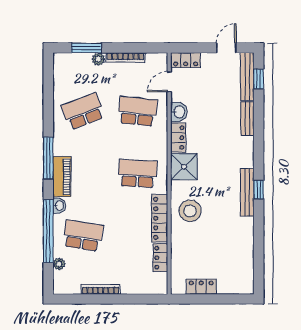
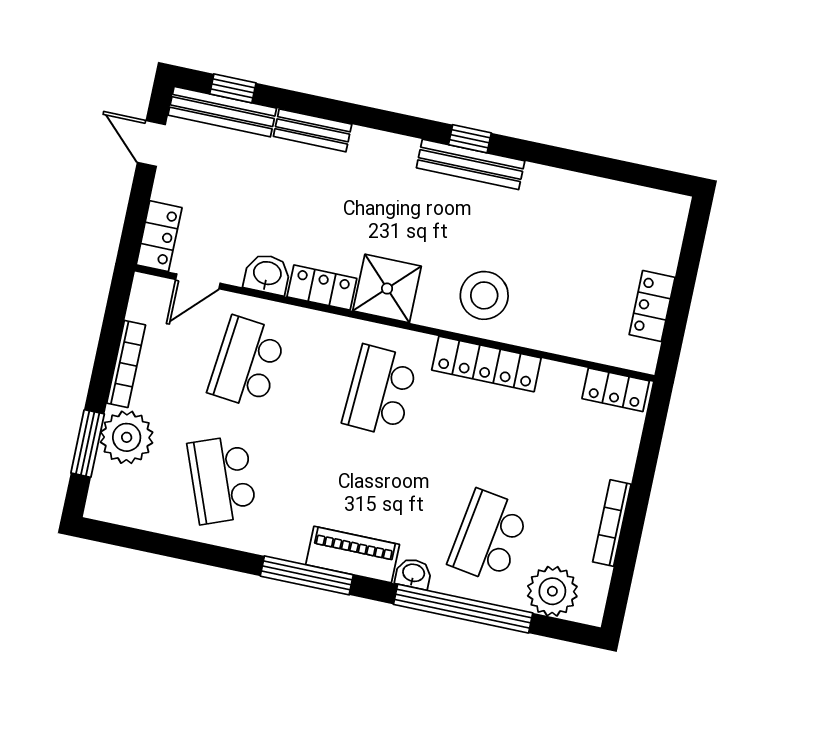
plant: (98, 59) -> (127, 437), width x1.88, depth x1.88
door: (169, 82) -> (198, 281), hinge flipped
locker: (160, 258) -> (616, 390), moved
plant: (59, 264) -> (552, 591), width x1.87, depth x1.87

